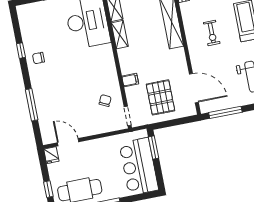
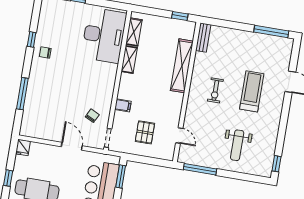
door: (194, 88) -> (179, 136), width x0.53
pallet: (161, 97) -> (145, 132), width x0.67, depth x0.71
door: (68, 142) -> (72, 146), moved

